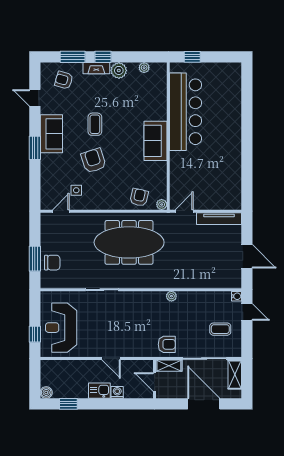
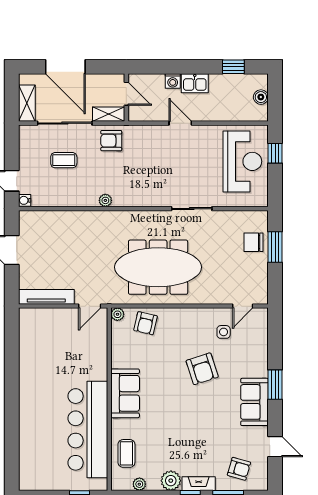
coffee table: (95, 124) -> (126, 453), moved
coffee table: (220, 329) -> (64, 160), moved
boiler: (46, 392) -> (261, 97), moved

